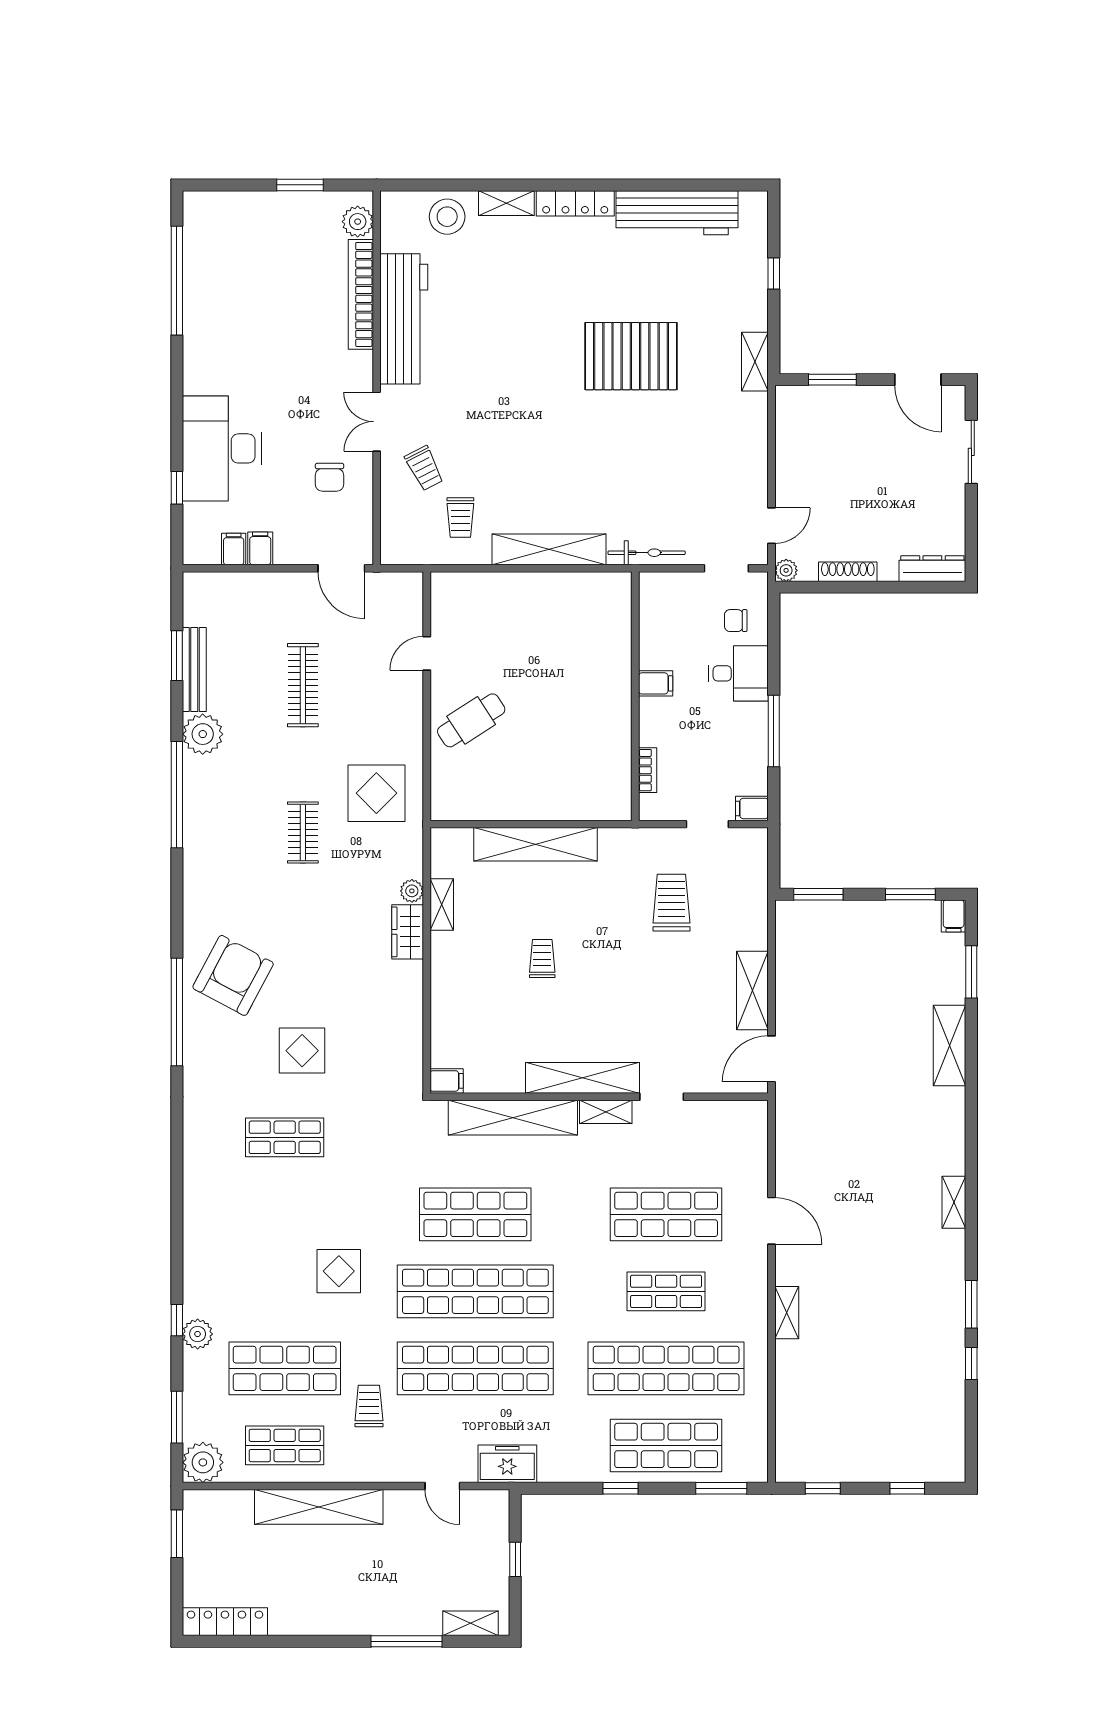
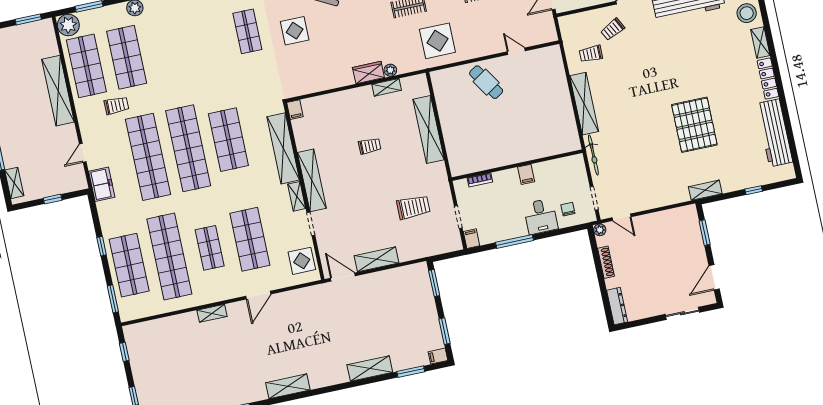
shelving: (954, 1202) -> (288, 386), width x1.50, depth x1.33
display table: (339, 1271) -> (302, 261), moved
shop shelf: (285, 1445) -> (86, 66), width x1.43, depth x1.36

